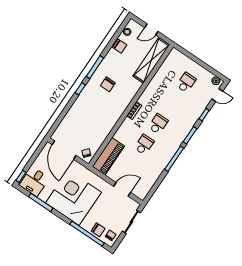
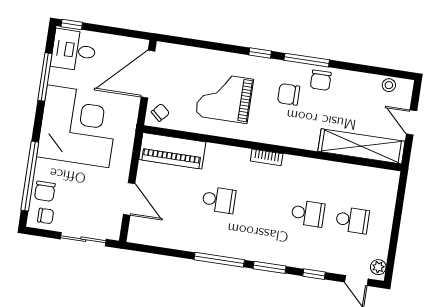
chair: (120, 46) -> (321, 80), moved
grand piano: (94, 117) -> (224, 98), added
school desk: (158, 124) -> (308, 213), moved

